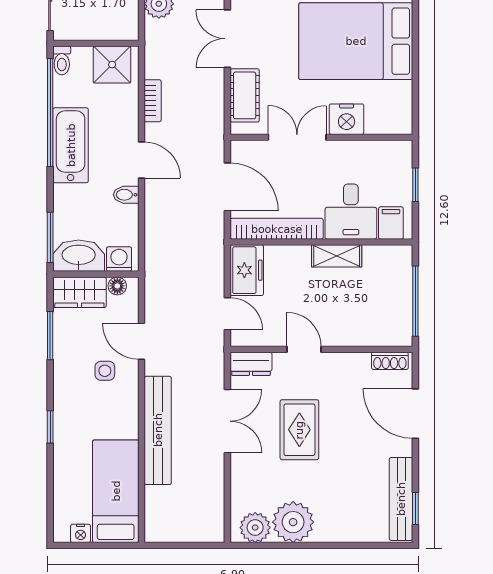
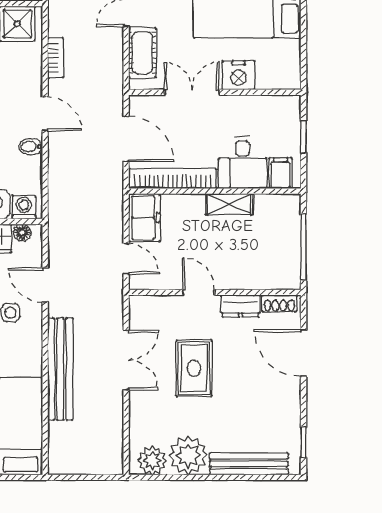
dresser: (251, 364) -> (241, 306), moved
bench: (401, 499) -> (249, 464), moved, turned 90

